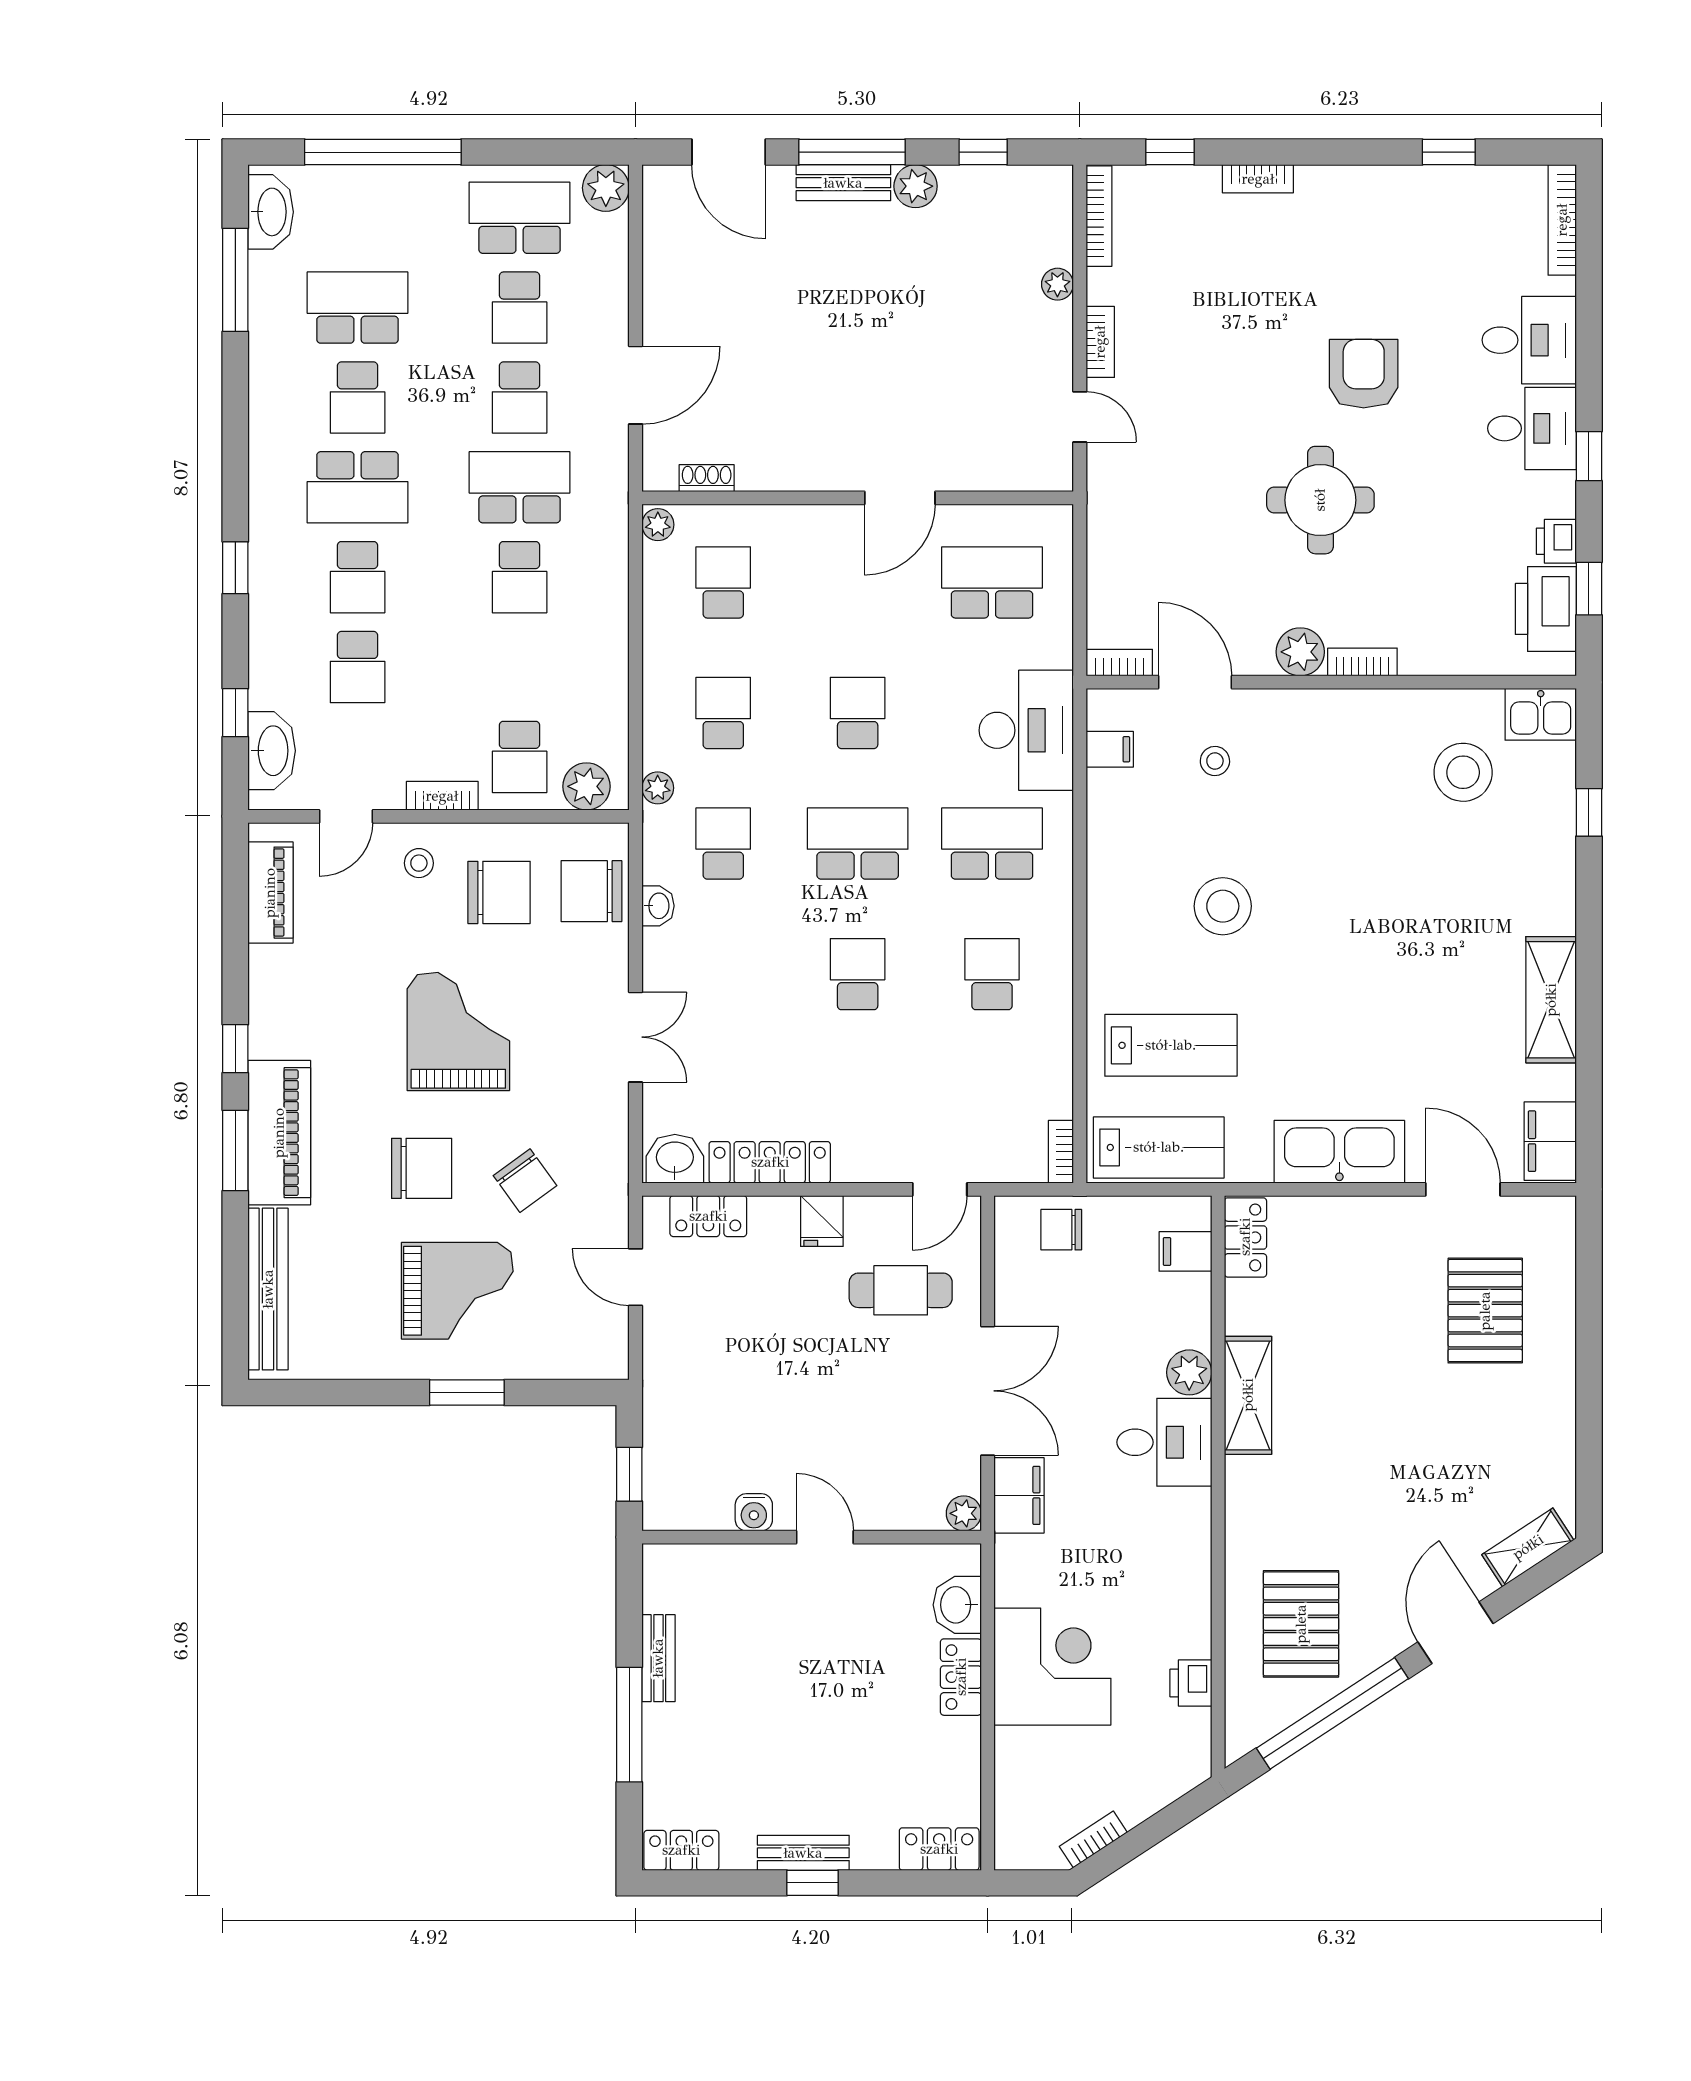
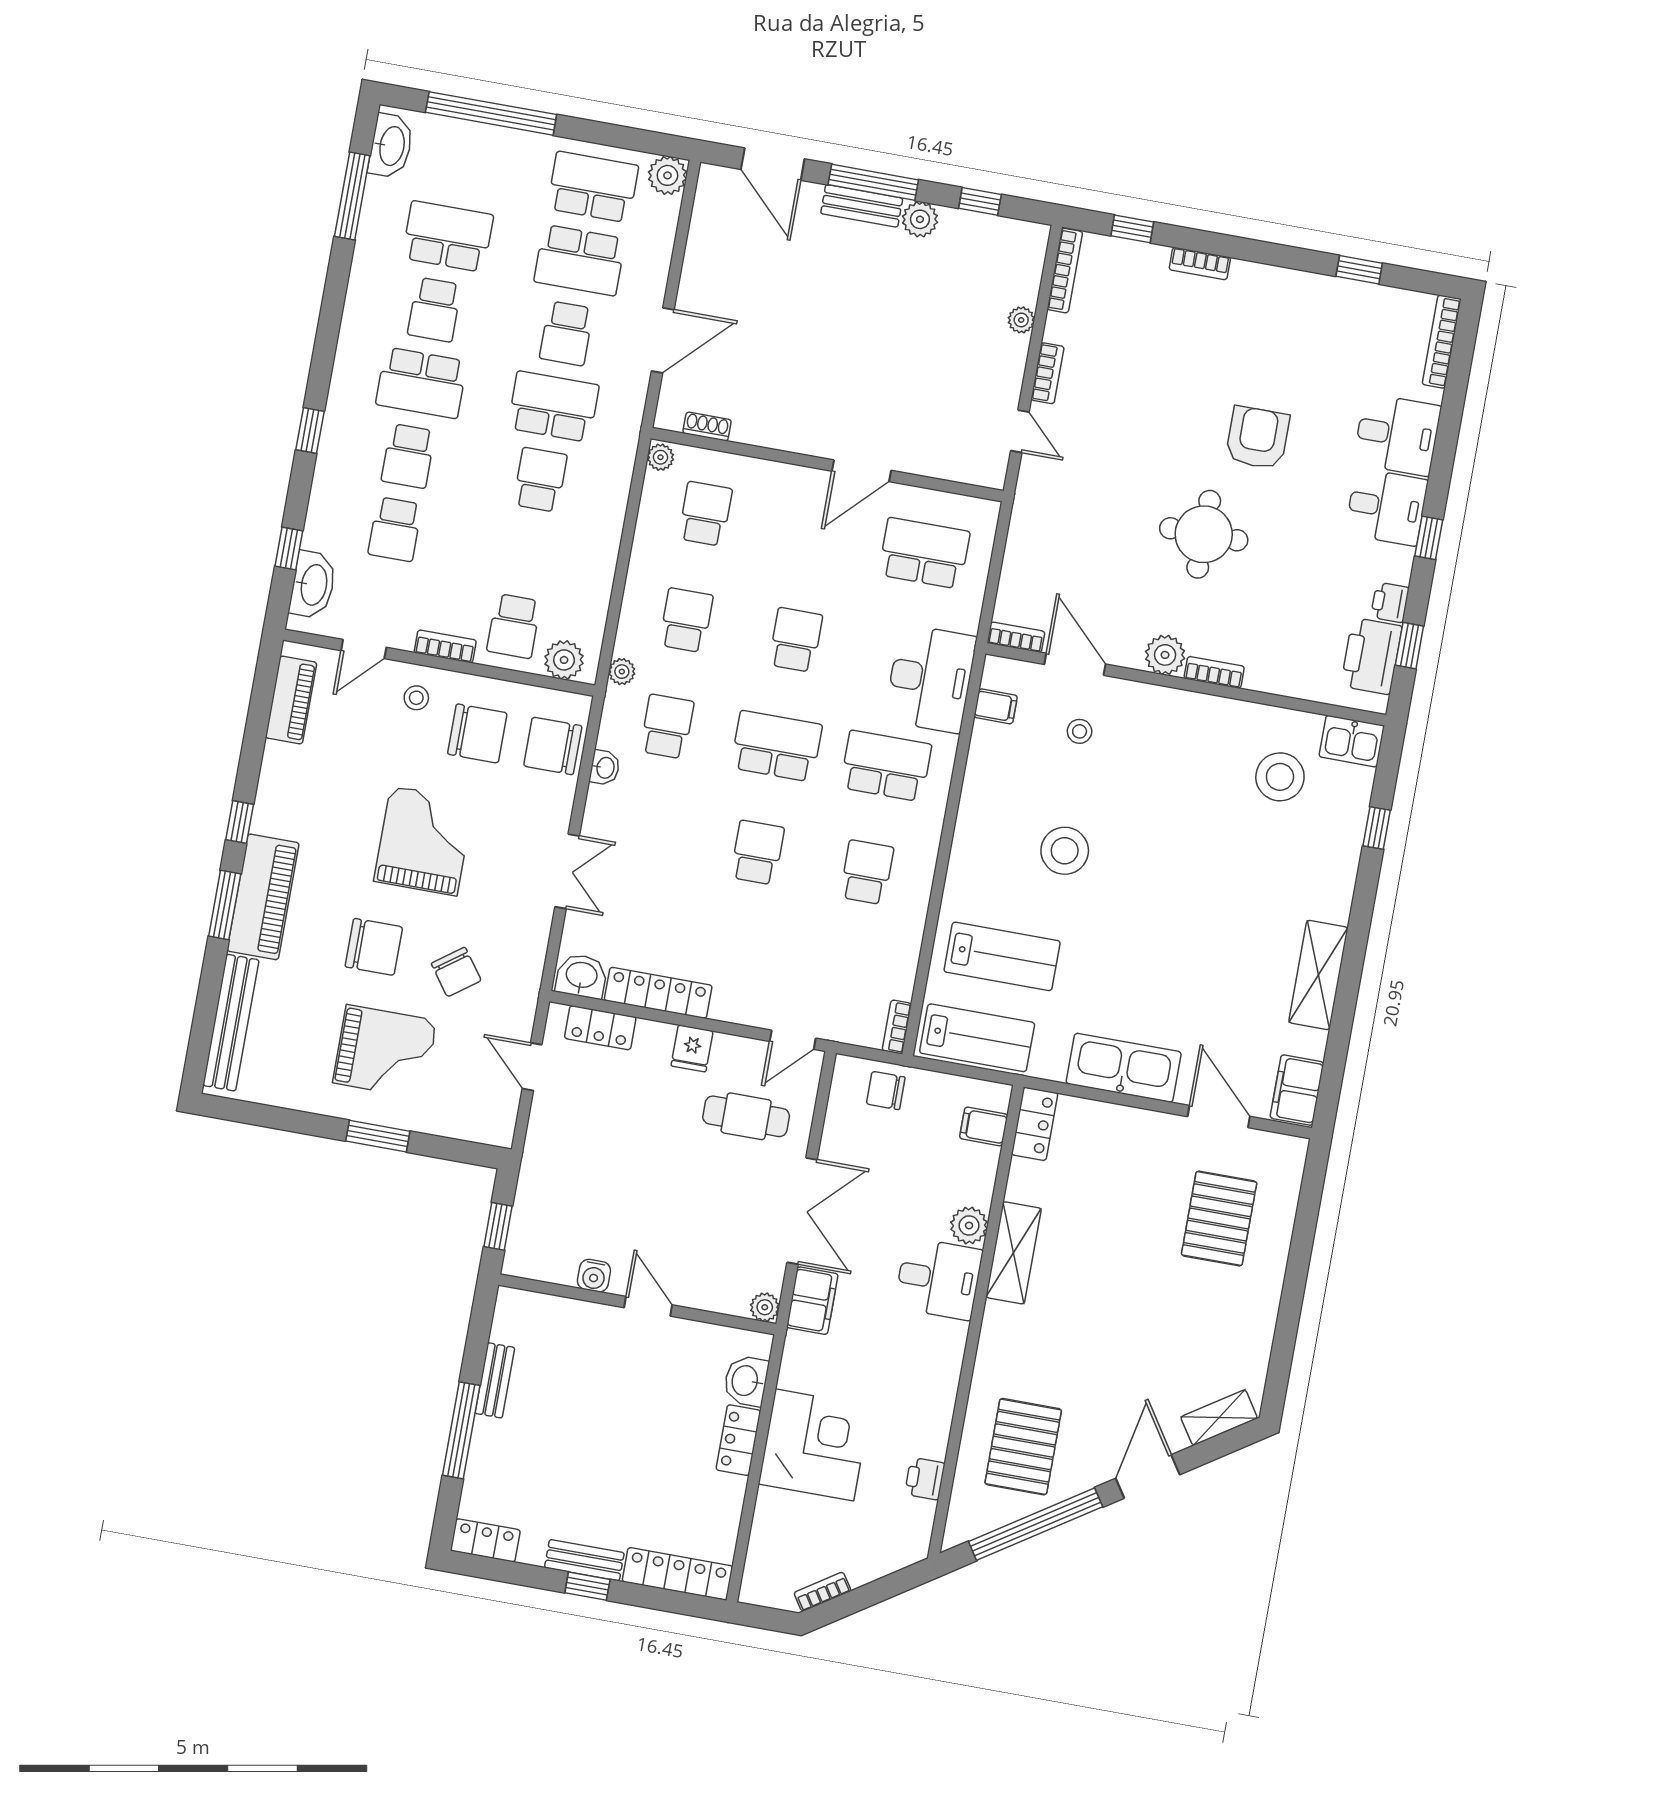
school desk: (520, 308) -> (580, 260), width x1.85
school desk: (520, 577) -> (540, 480), turned 180
locker: (939, 1849) -> (677, 1574), width x1.53

